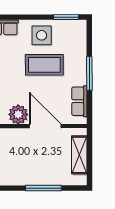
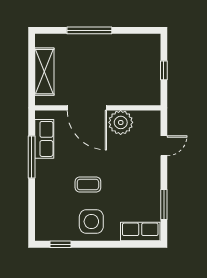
window: (66, 17) -> (61, 244), width x0.67
coffee table: (44, 65) -> (88, 185), width x0.54, depth x0.58
window: (89, 73) -> (32, 157), moved

